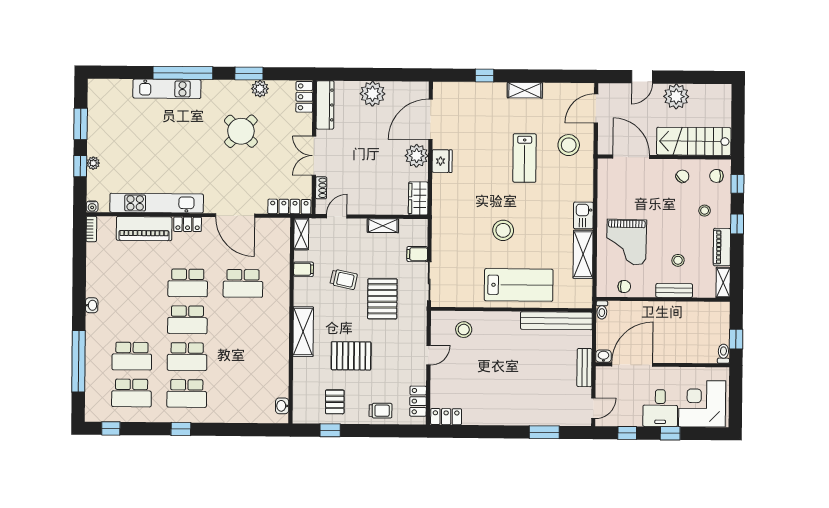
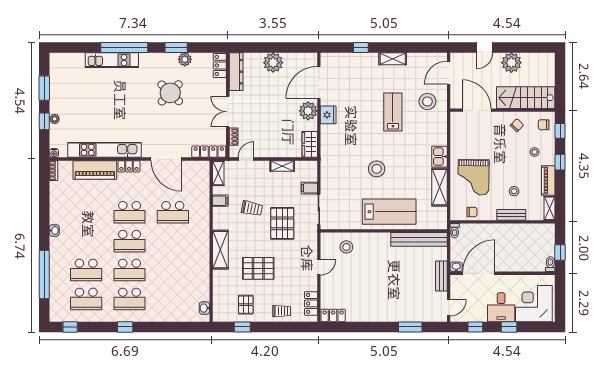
lab bench: (525, 158) -> (393, 112), turned 180

